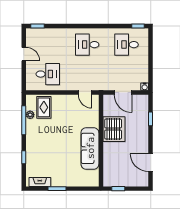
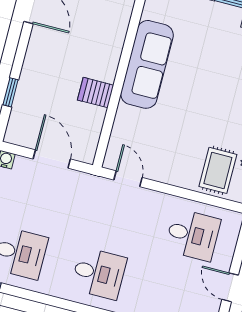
desk: (48, 74) -> (193, 235), turned 180
server rack: (114, 129) -> (96, 93), width x0.46, depth x0.70

